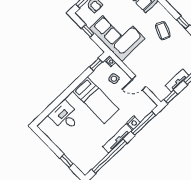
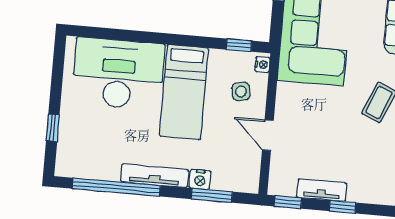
desk: (65, 116) -> (118, 74), width x1.87, depth x1.30
window: (143, 123) -> (212, 195), width x0.69

